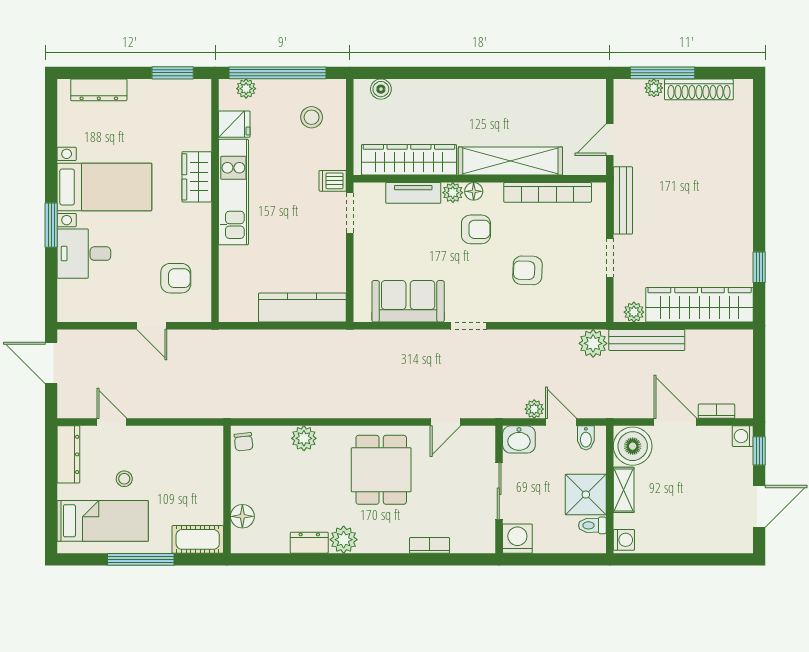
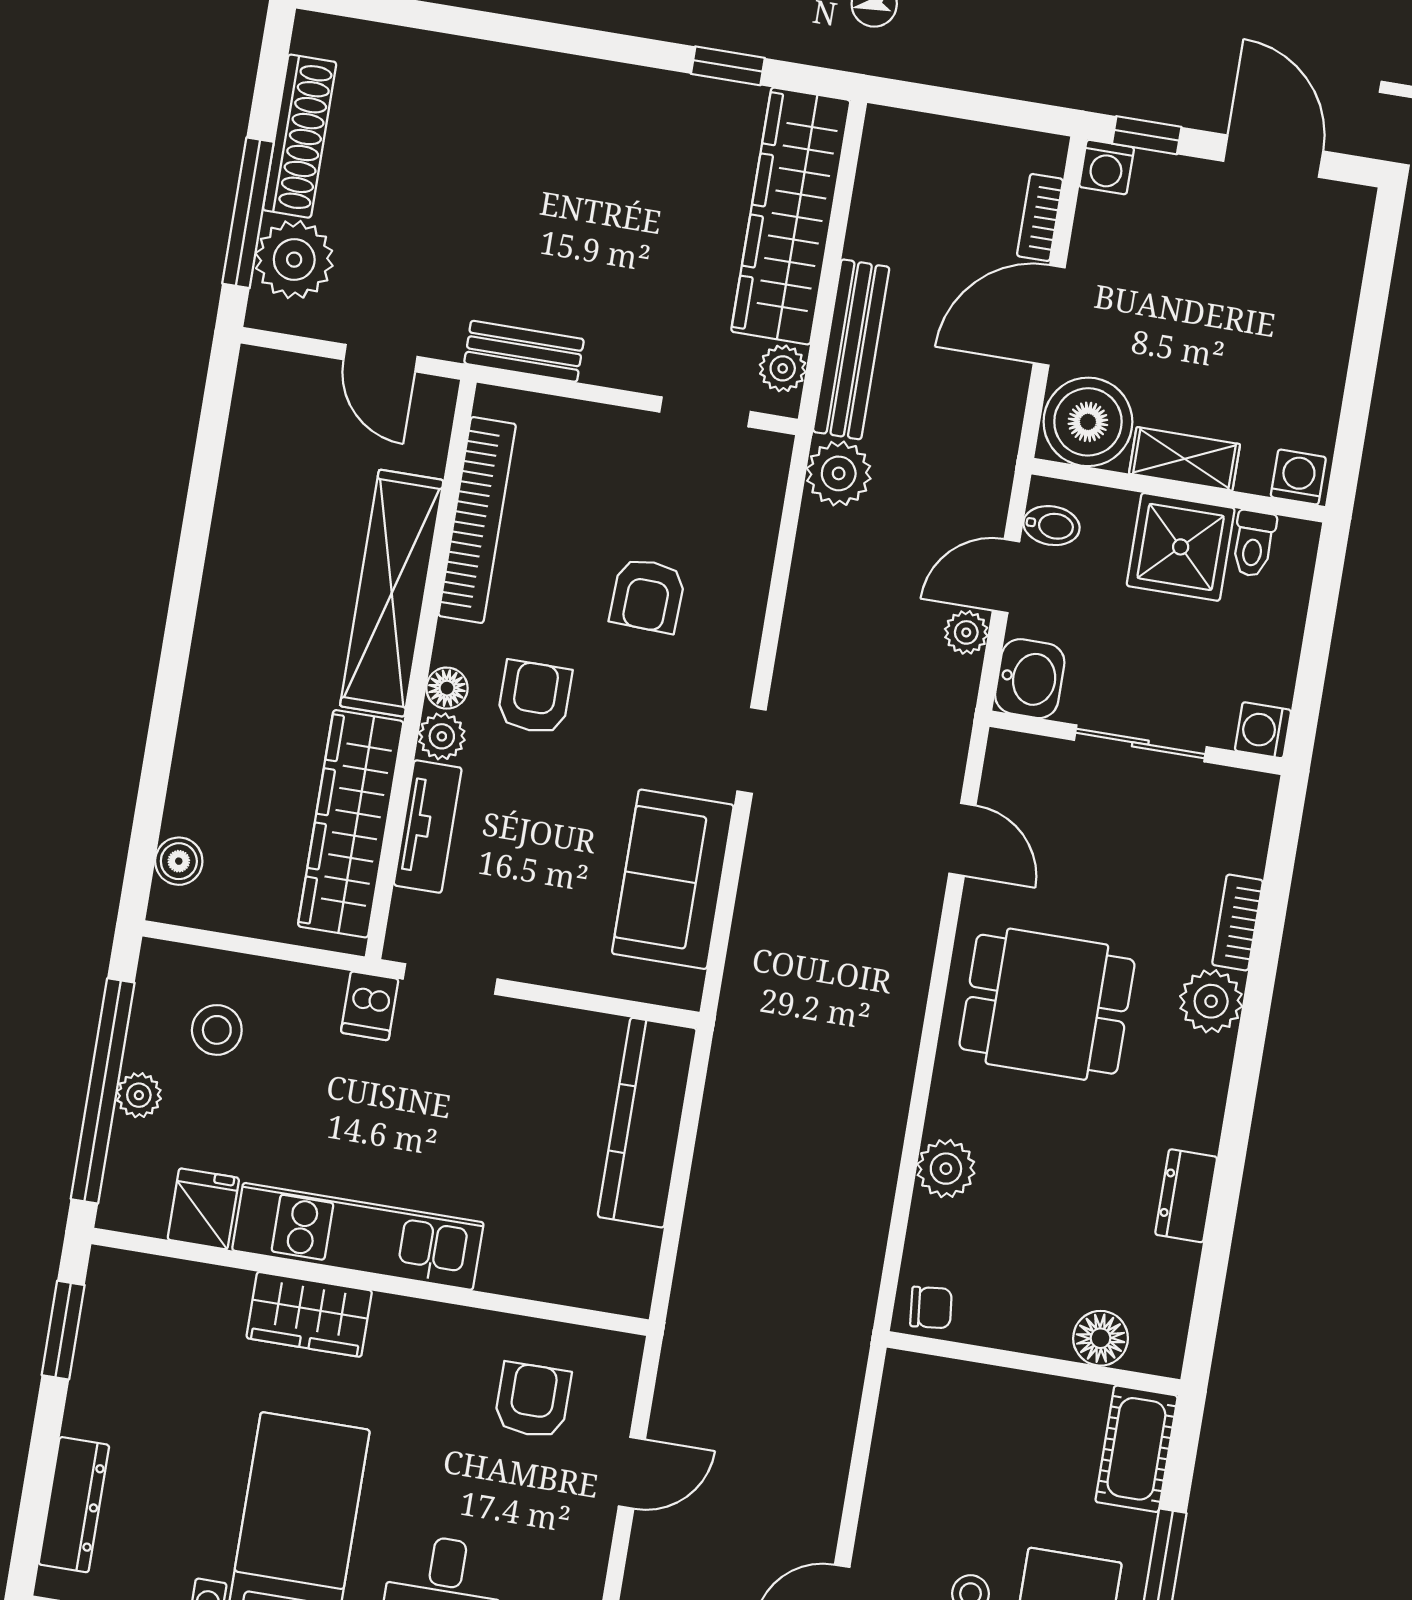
plant: (654, 88) -> (294, 260), width x1.87, depth x1.87
plant: (246, 89) -> (139, 1095), moved
bench: (623, 200) -> (524, 351), width x0.73
doorway: (610, 258) -> (705, 412), moved
washing machine: (517, 539) -> (1263, 730), width x0.73, depth x0.73
plant: (344, 540) -> (1211, 1001), moved

